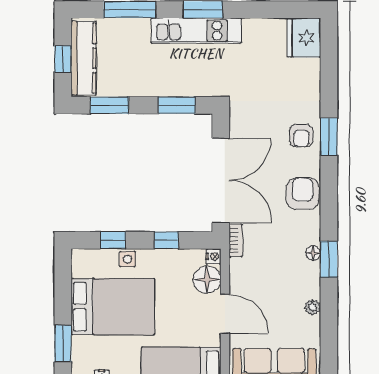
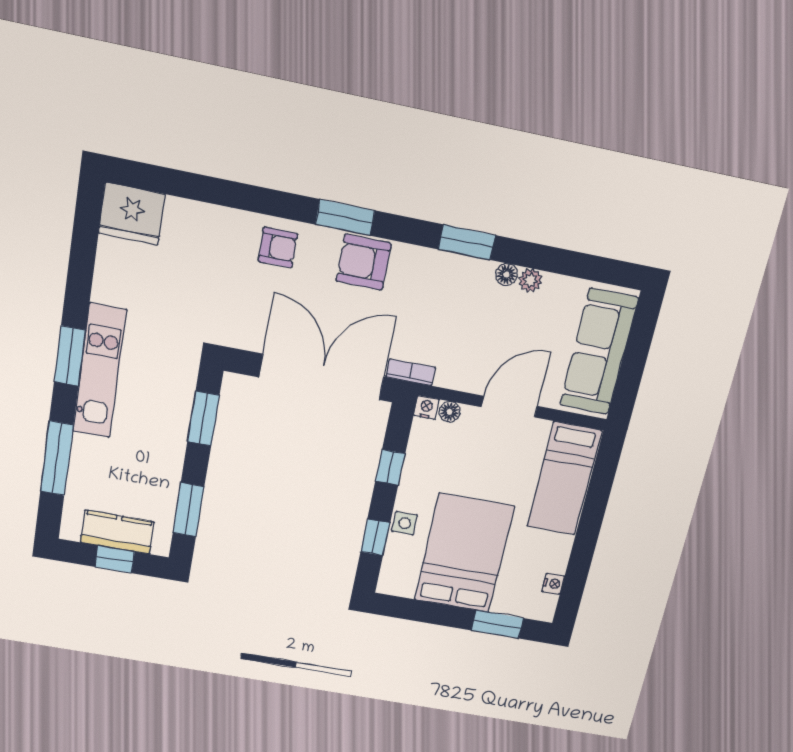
kitchen counter: (84, 58) -> (117, 532), width x0.67
window: (329, 137) -> (345, 217), moved
floor lamp: (313, 253) -> (506, 275), moved
floor lamp: (207, 280) -> (450, 412), width x0.53, depth x0.53

